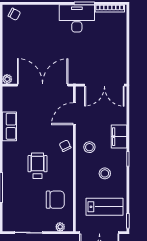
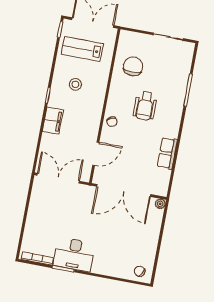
stool: (89, 147) -> (86, 115), removed
chair: (55, 200) -> (133, 66), turned 90
plant: (60, 227) -> (133, 37), removed

